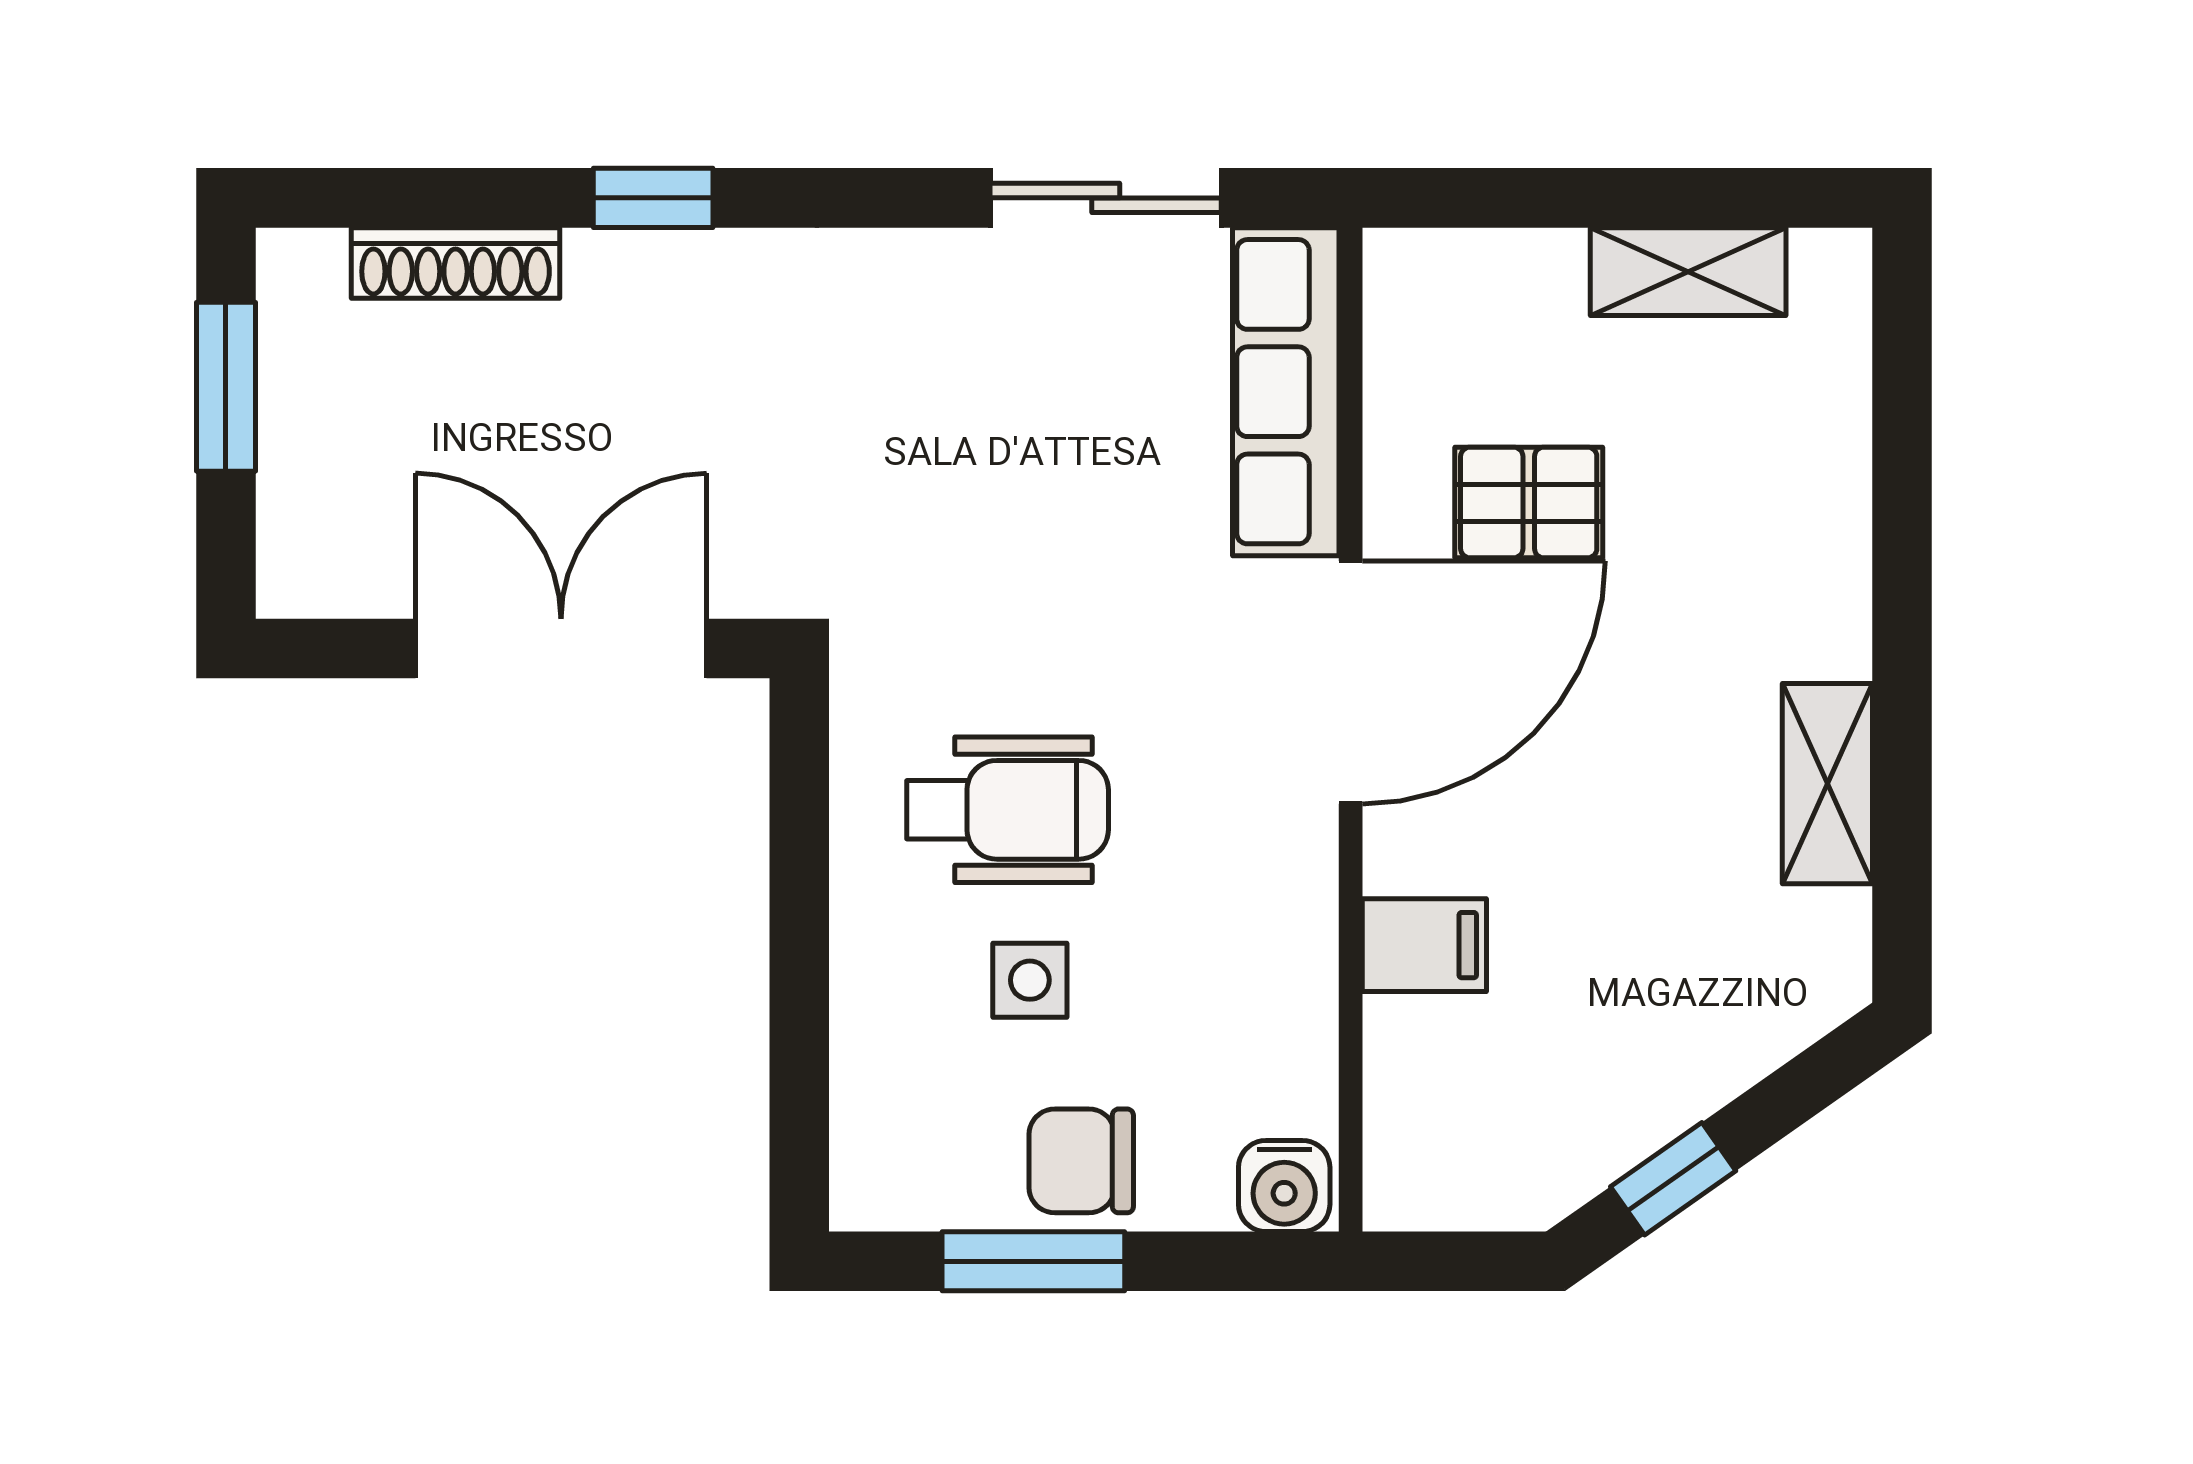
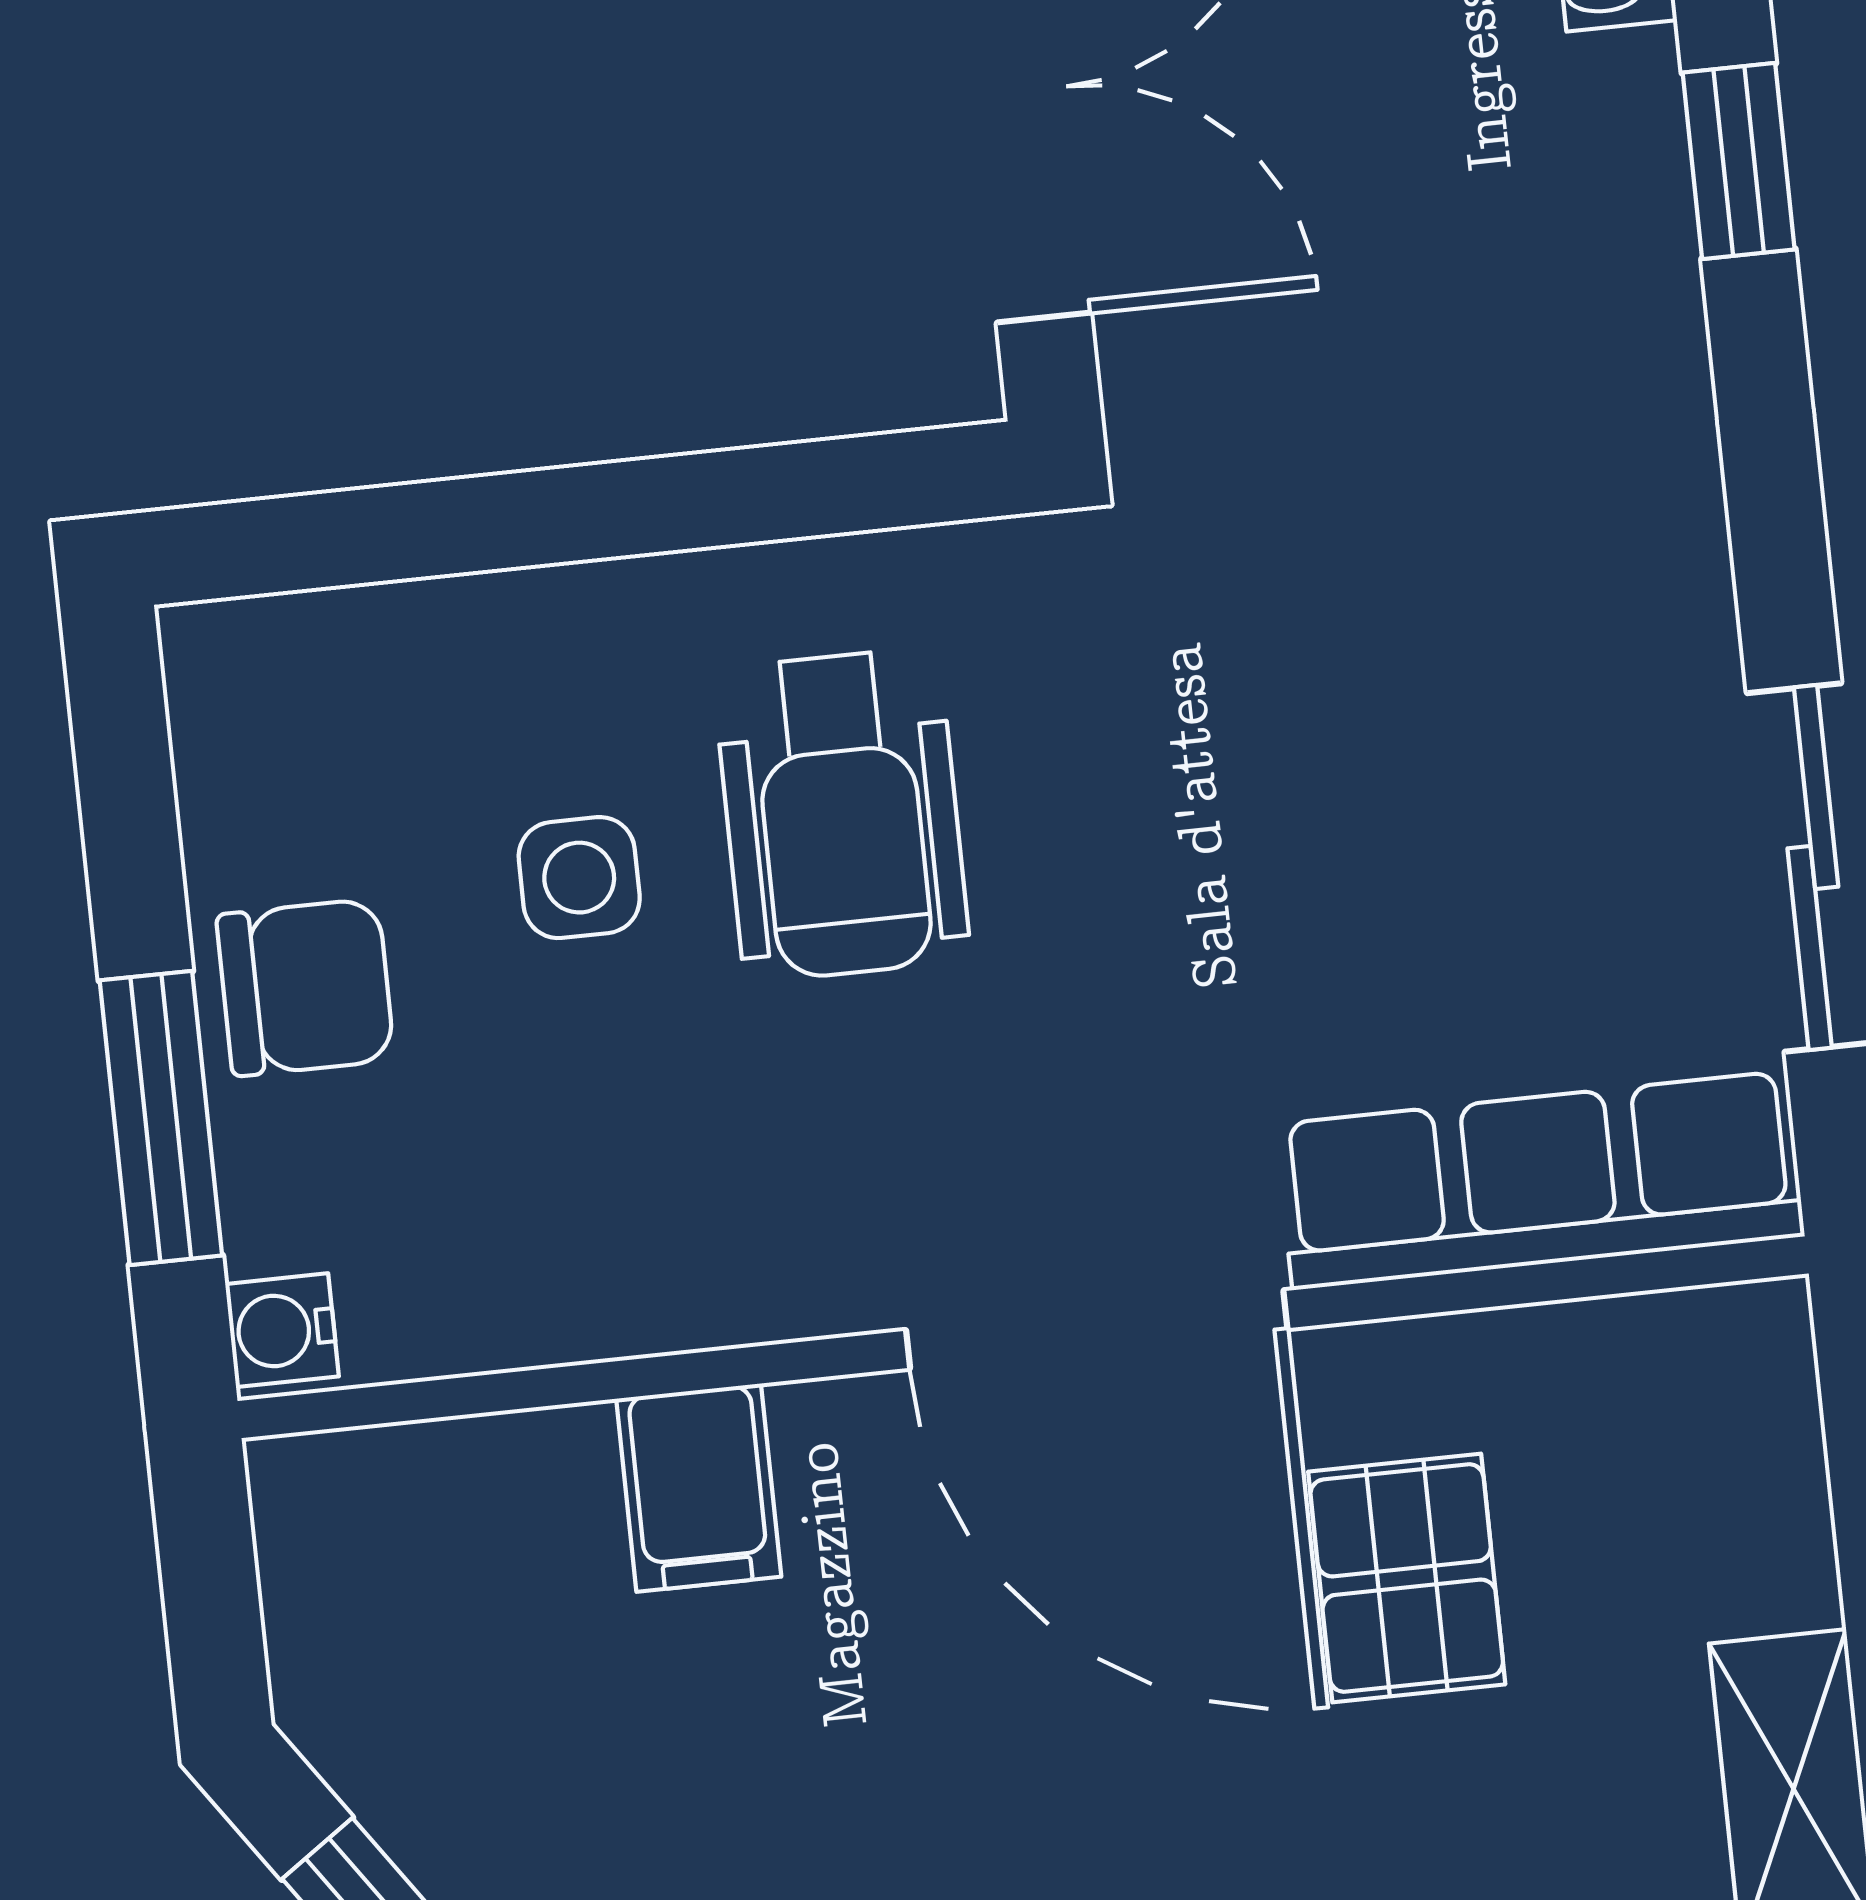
chair: (1081, 1161) -> (305, 987), turned 90
water cooler: (1284, 1186) -> (282, 1330), width x0.72, depth x0.72
window: (1033, 1261) -> (161, 1118), moved

